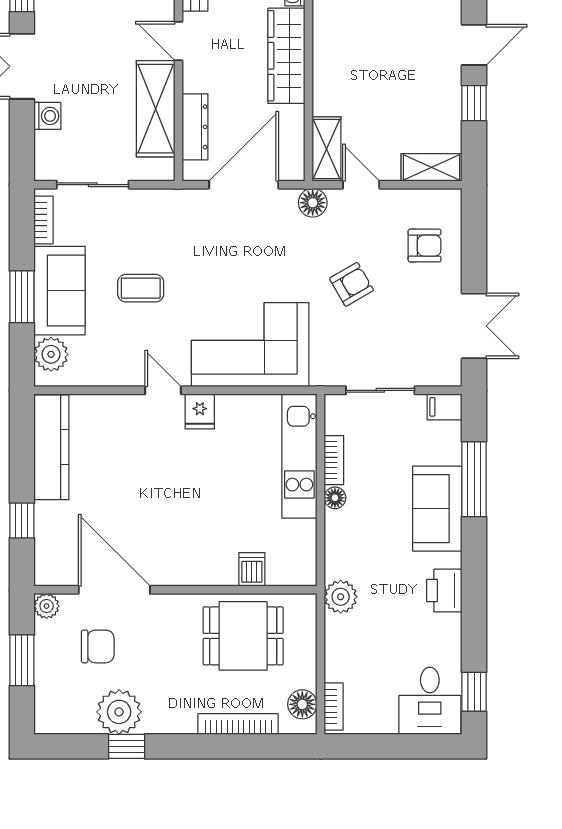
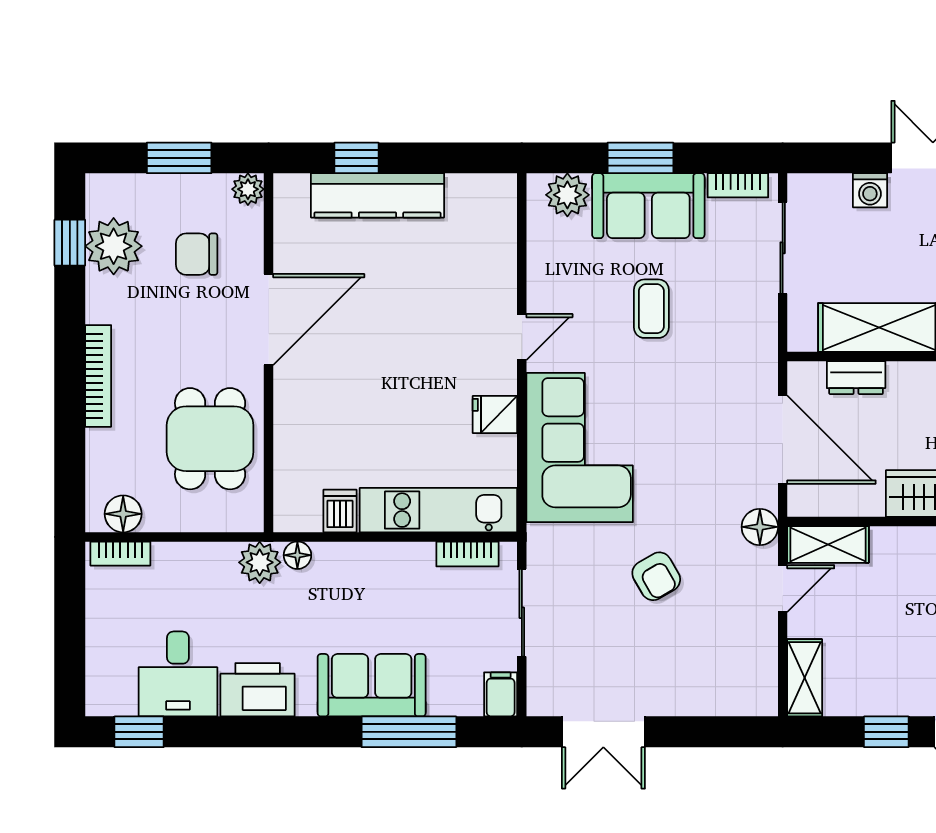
dresser: (195, 127) -> (856, 378), width x0.70
armchair: (425, 246) -> (705, 669), removed
fridge: (200, 411) -> (495, 415), moved
kitchen counter: (51, 447) -> (377, 195), moved
bookcase: (334, 460) -> (467, 554), moved
floor lamp: (335, 498) -> (297, 555), moved
dishwasher: (252, 569) -> (340, 511), moved, turned -90
door: (114, 590) -> (269, 320), moved
printer: (444, 590) -> (258, 690), width x1.37, depth x1.19
chair: (98, 646) -> (197, 254), turned 90
desk: (430, 701) -> (178, 674), moved, turned -90
plant: (119, 712) -> (114, 246), moved
bookcase: (238, 724) -> (98, 376), moved
window: (127, 746) -> (70, 243), moved

